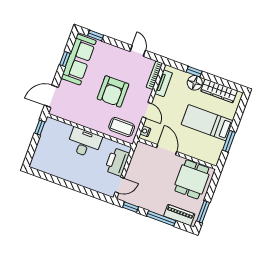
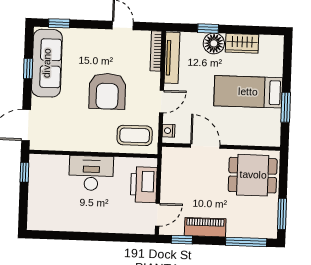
tv unit: (164, 83) -> (172, 58), width x1.41
wardrobe: (219, 91) -> (242, 43), width x0.67
door: (147, 110) -> (161, 102), hinge flipped
dining table: (192, 179) -> (253, 175), turned 90
piano: (179, 215) -> (205, 227), moved
window: (161, 218) -> (246, 242), moved

